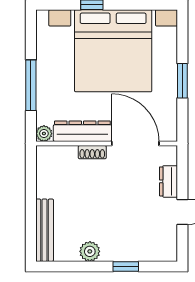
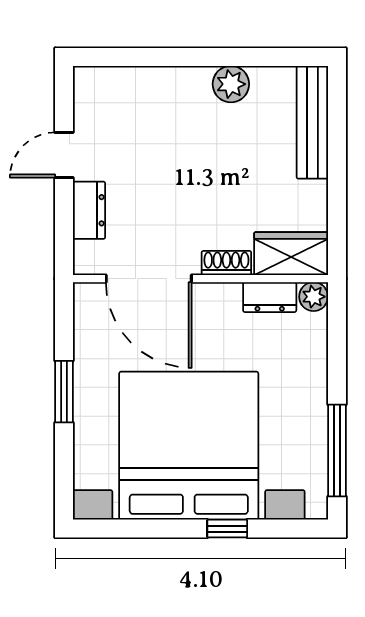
window: (31, 85) -> (337, 450), moved
dresser: (82, 131) -> (270, 297), width x0.51, depth x0.80
wardrobe: (56, 157) -> (291, 254), added
window: (126, 266) -> (166, 57), removed

